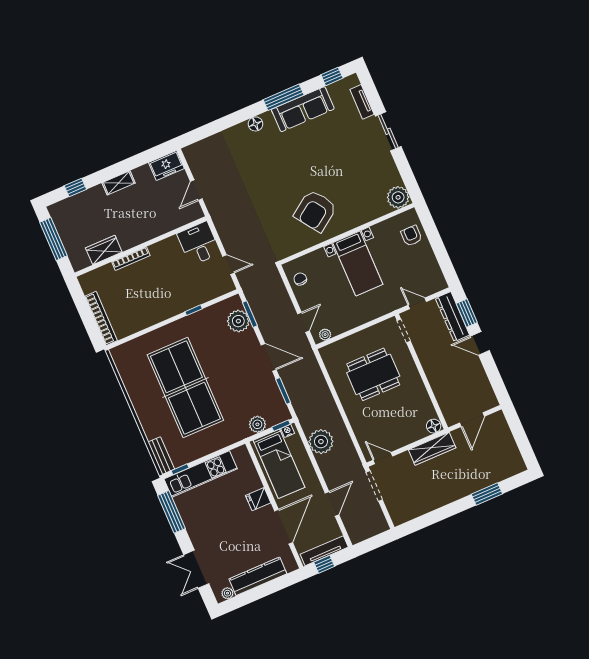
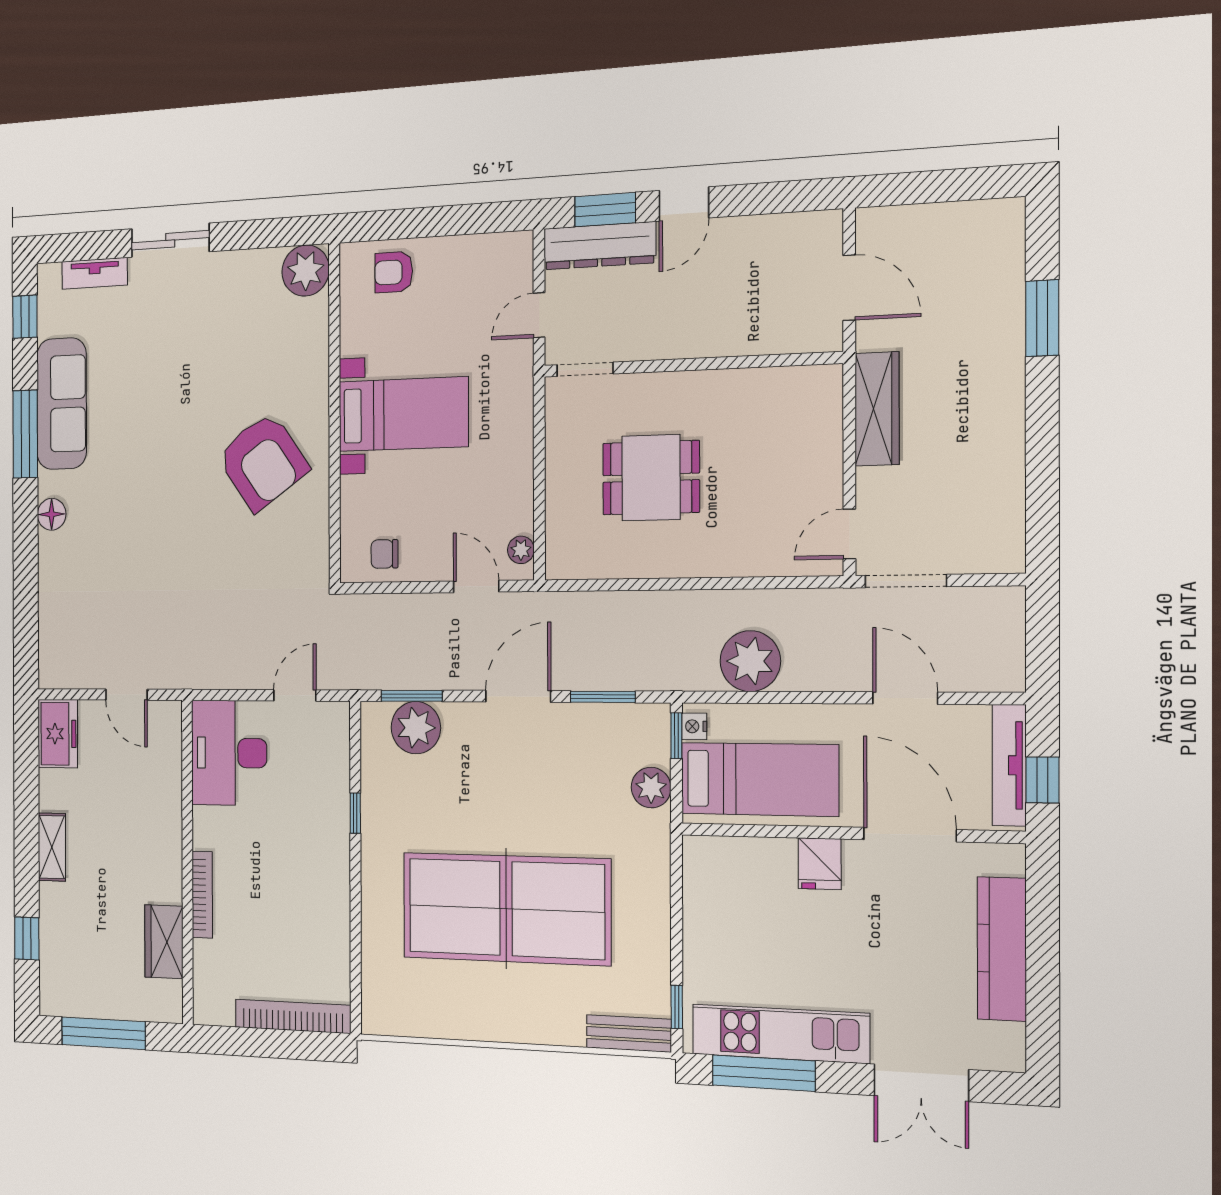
desk: (199, 243) -> (229, 753), width x1.37
dining table: (373, 374) -> (651, 478), width x0.73
floor lamp: (434, 426) -> (826, 385), removed
kitchen unit: (201, 474) -> (780, 1034), moved, turned -90
plant: (227, 593) -> (1011, 1039), removed

